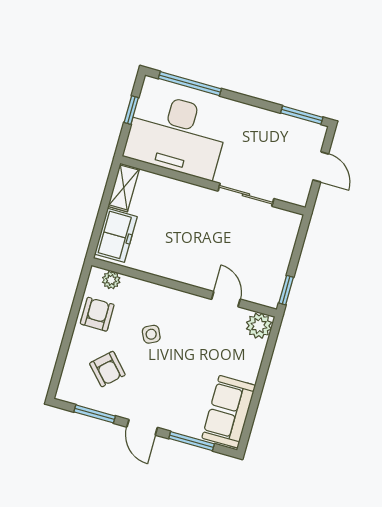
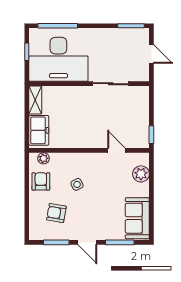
plant: (259, 326) -> (141, 174), moved
armchair: (107, 369) -> (56, 213), turned 143

